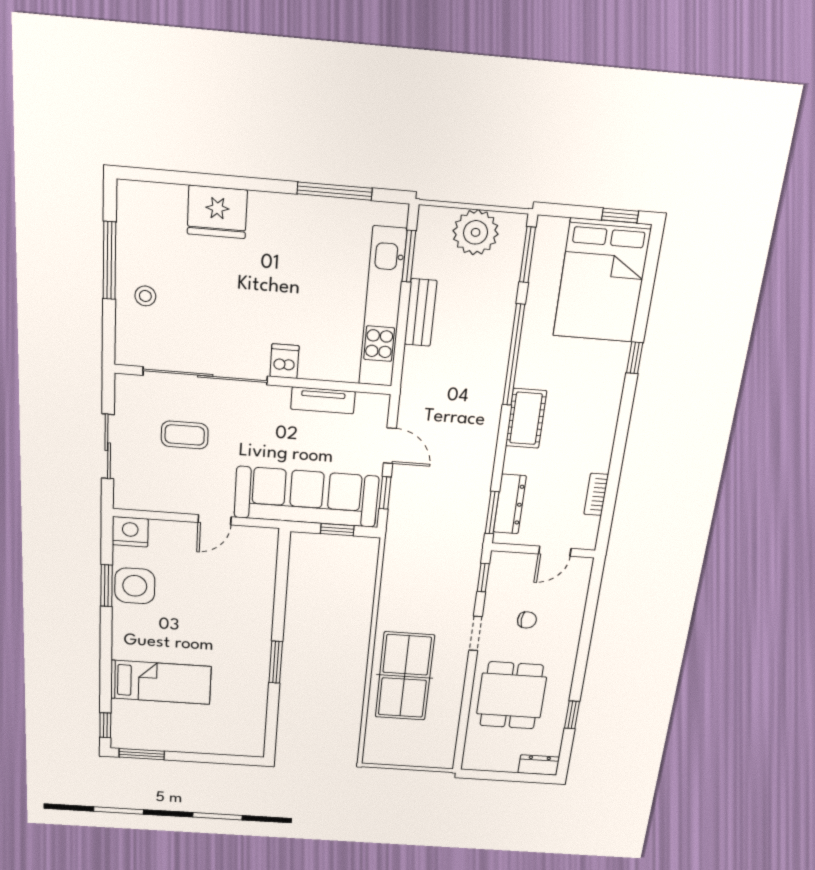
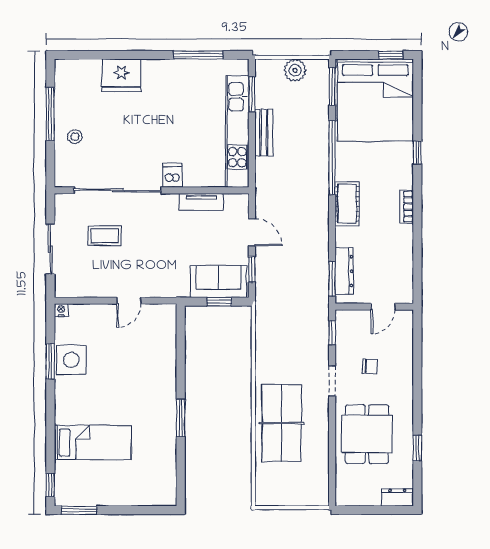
plant: (476, 232) -> (295, 70), width x0.73, depth x0.73
bed: (602, 281) -> (375, 100), width x1.36
bookcase: (596, 494) -> (407, 207), moved
sofa: (306, 497) -> (219, 281), width x0.54, depth x0.79
nightstand: (130, 532) -> (61, 310), width x0.53, depth x0.56

